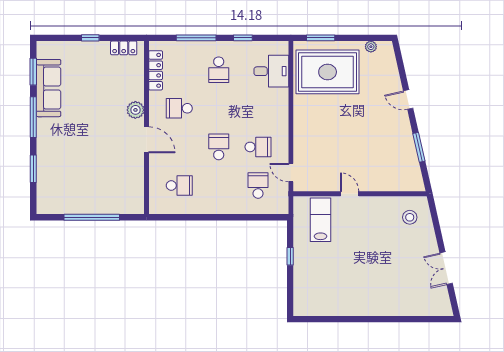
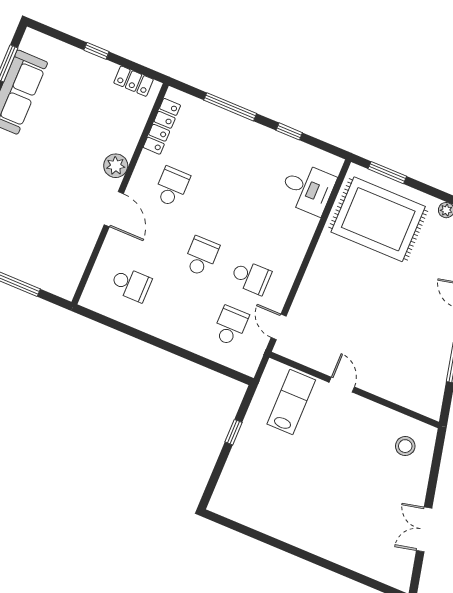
school desk: (219, 70) -> (242, 159), removed
school desk: (179, 108) -> (172, 187), turned 90

